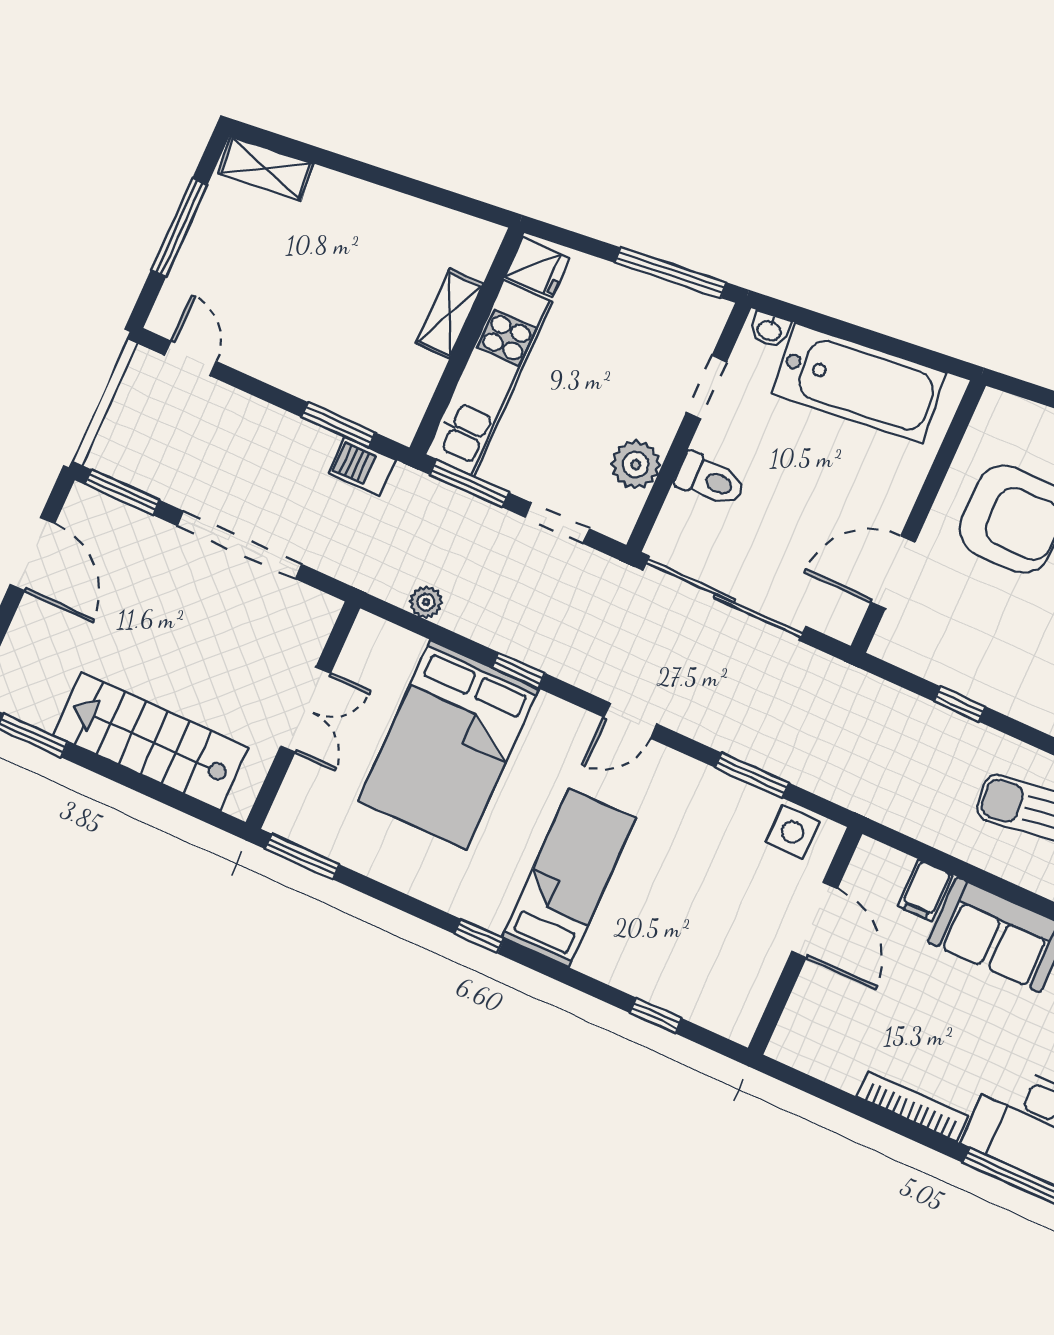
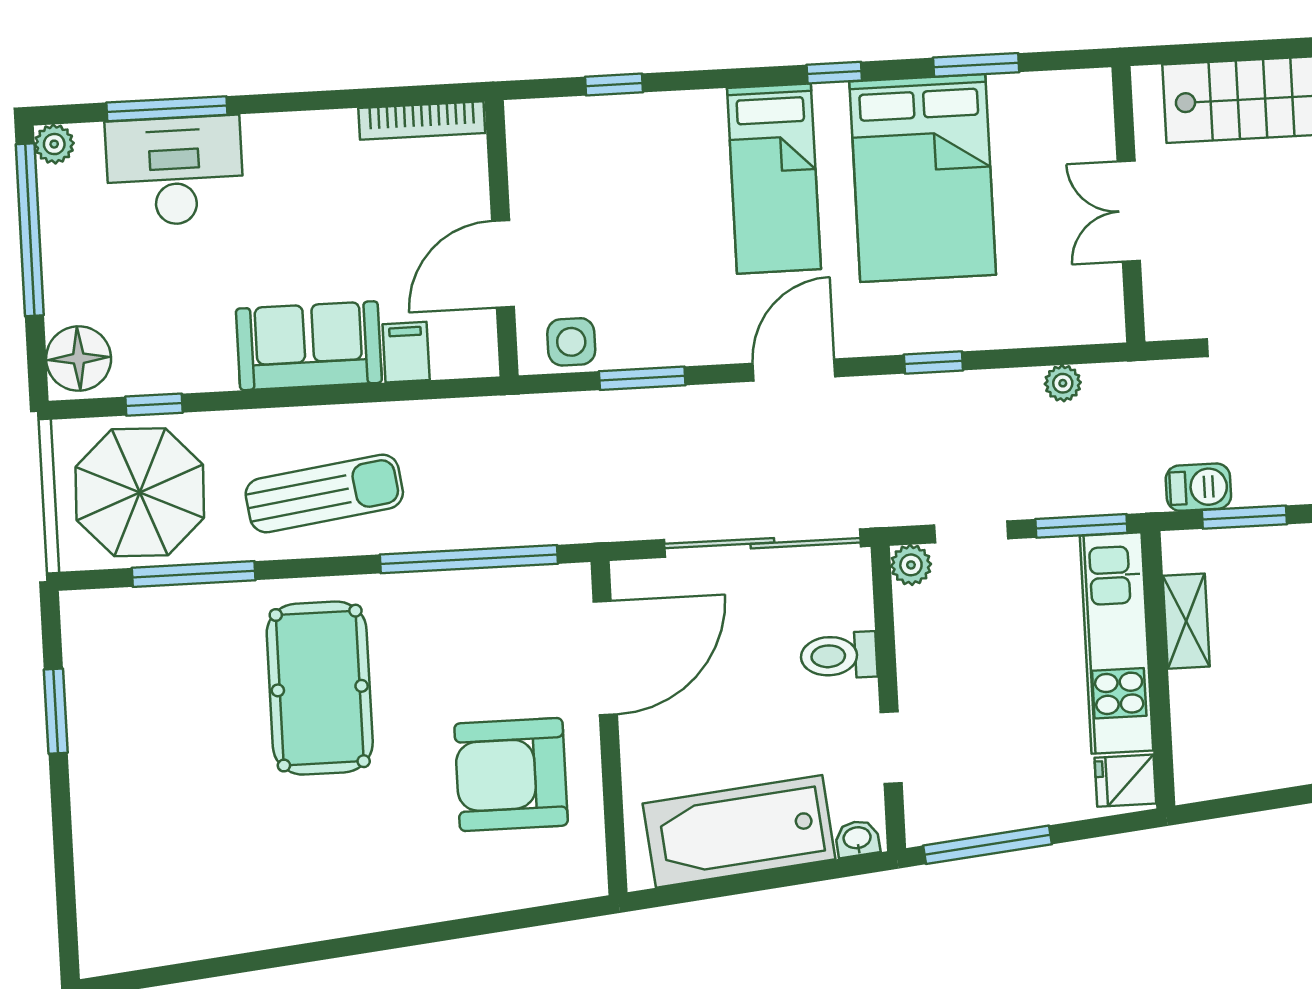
shelving: (449, 314) -> (1186, 621), moved
plant: (636, 464) -> (911, 565), moved, width x0.73, depth x0.73
door: (893, 572) -> (605, 658), width x1.36
window: (960, 704) -> (469, 559), width x3.17
door: (630, 721) -> (794, 370), width x1.38
bed: (449, 745) -> (923, 178), moved, turned 180
window: (302, 857) -> (976, 65), moved
door: (814, 920) -> (503, 264), hinge flipped
bookcase: (912, 1106) -> (422, 121), moved

